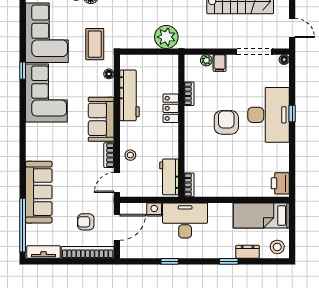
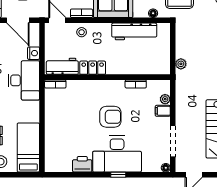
plant: (166, 37) -> (181, 64), width x0.53, depth x0.53
locker: (171, 108) -> (93, 68), moved
printer: (280, 183) -> (82, 164), moved

